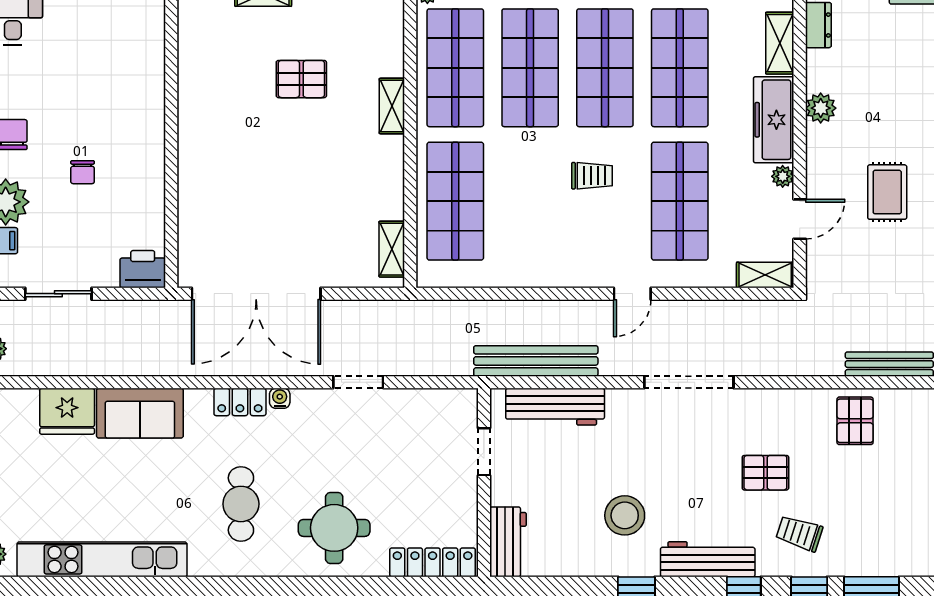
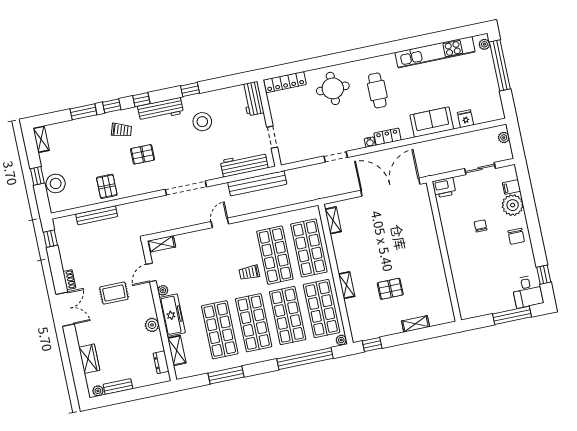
rug: (887, 192) -> (114, 293), turned 90
shop shelf: (680, 201) -> (275, 255), moved
fridge: (67, 411) -> (465, 119), width x0.53, depth x0.75

